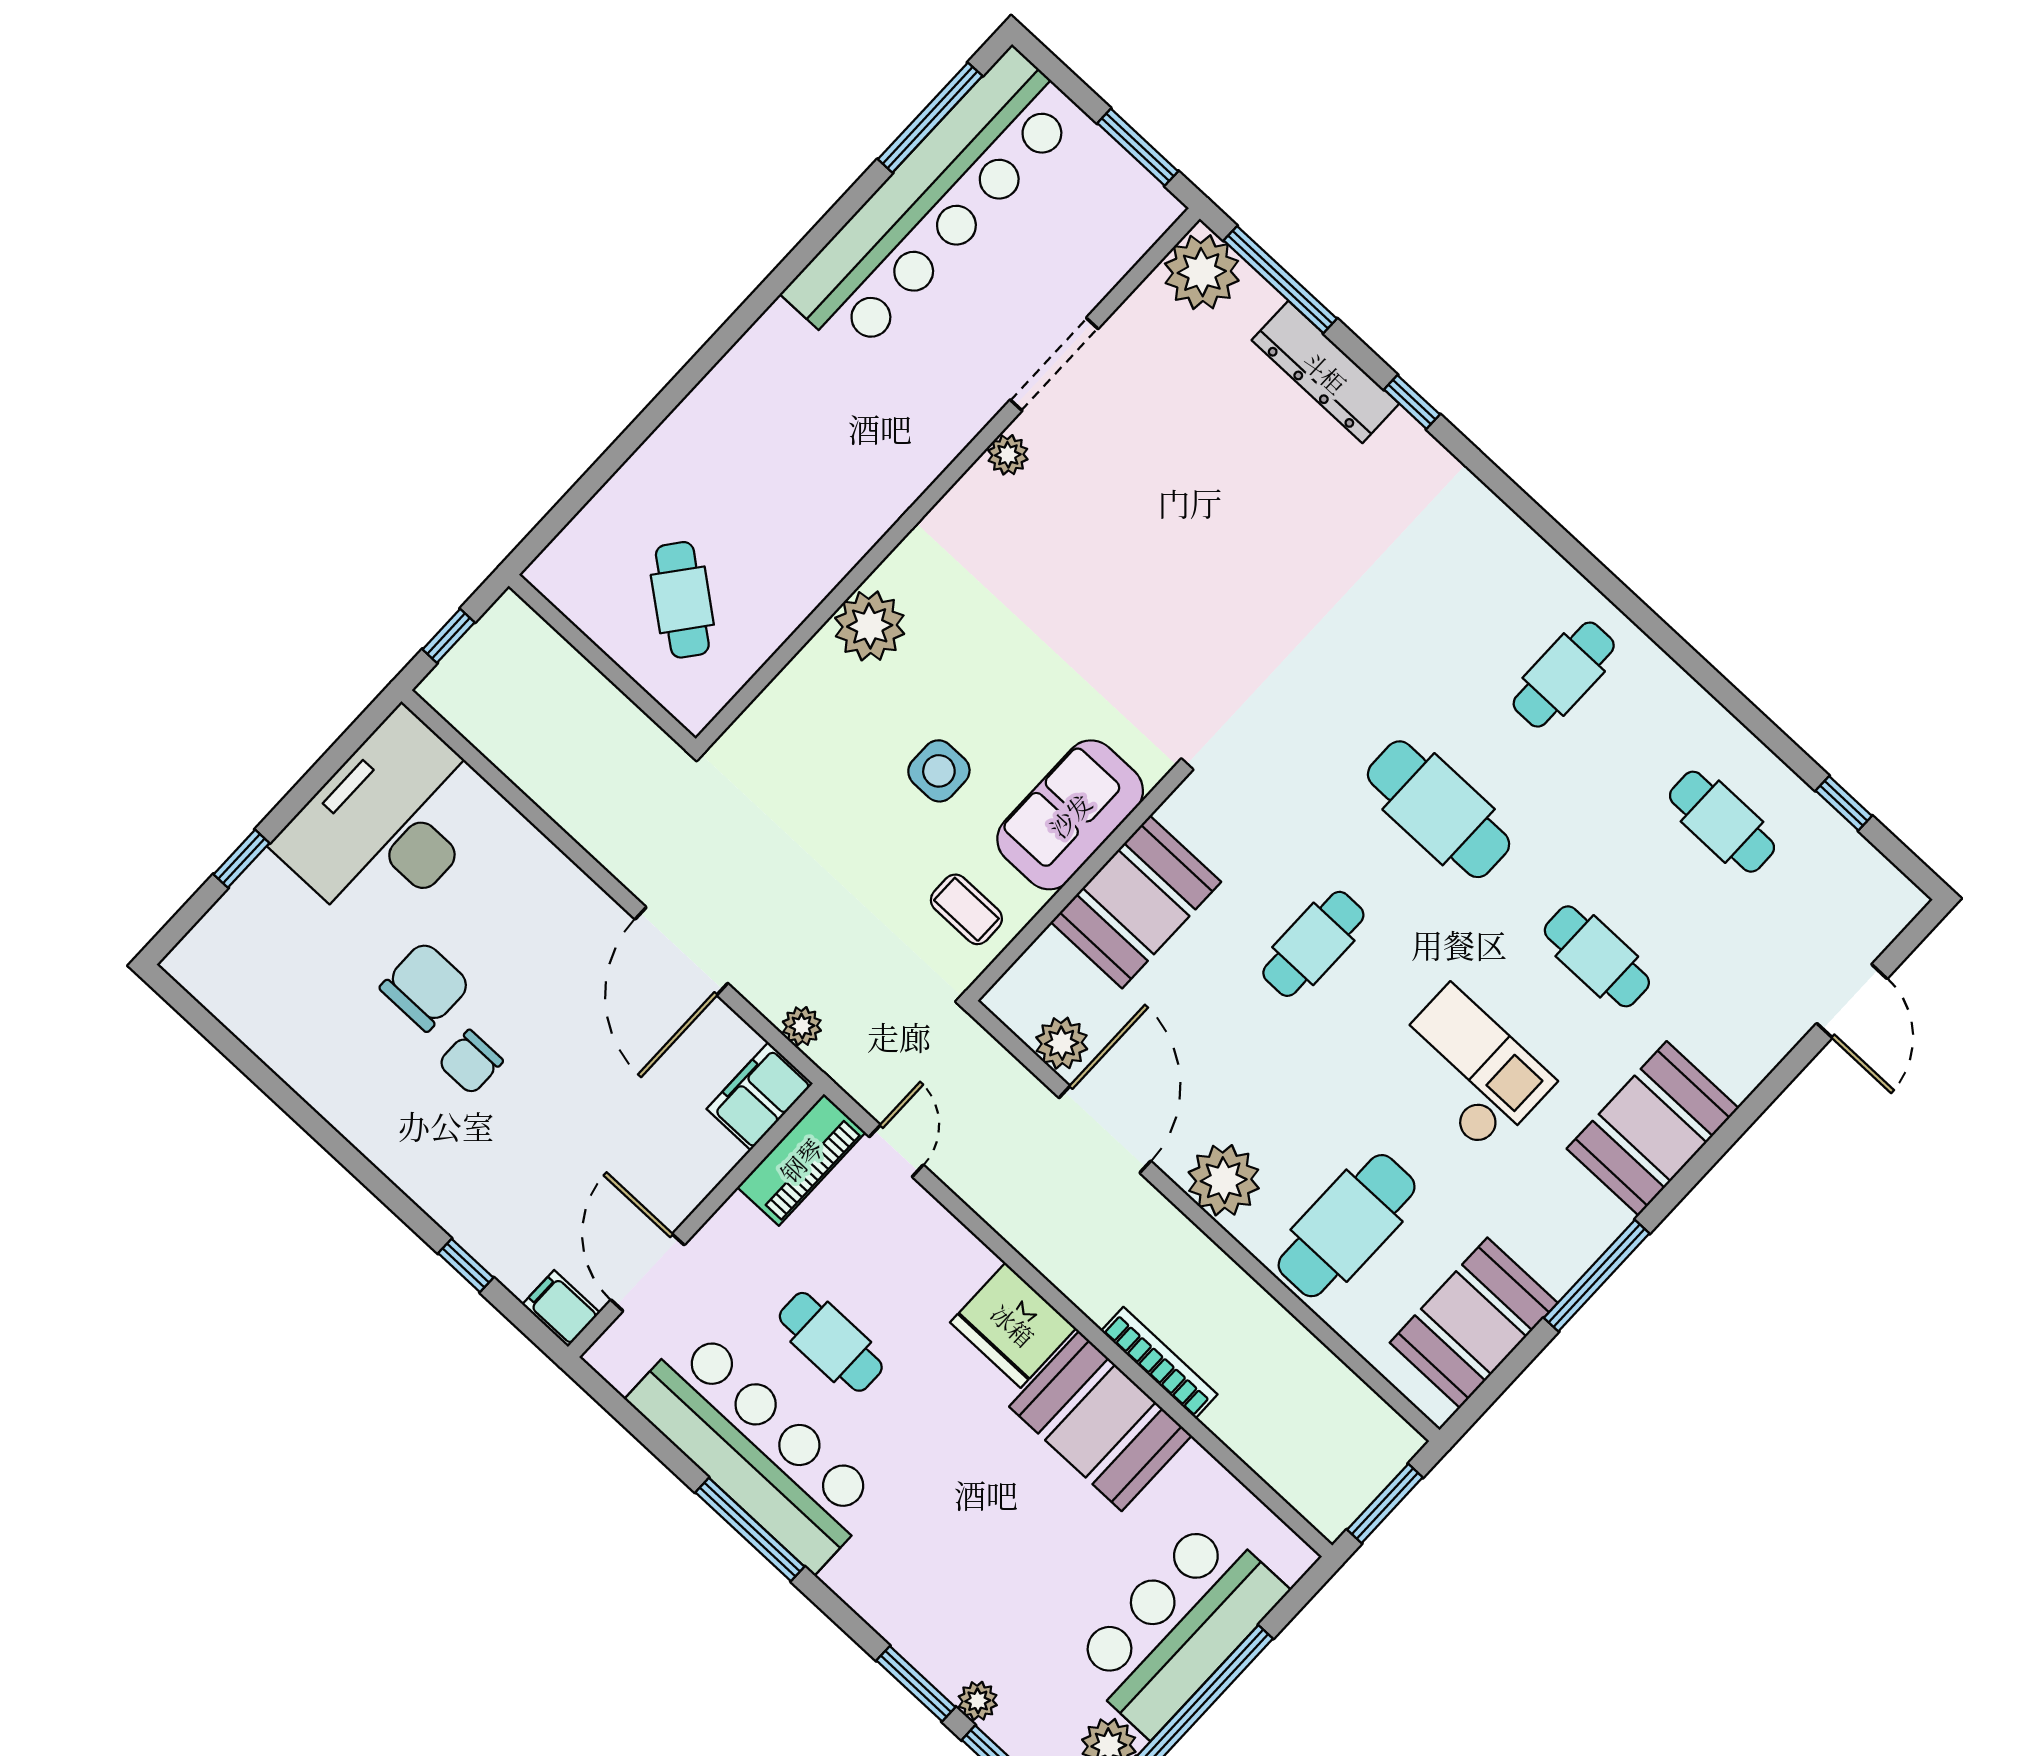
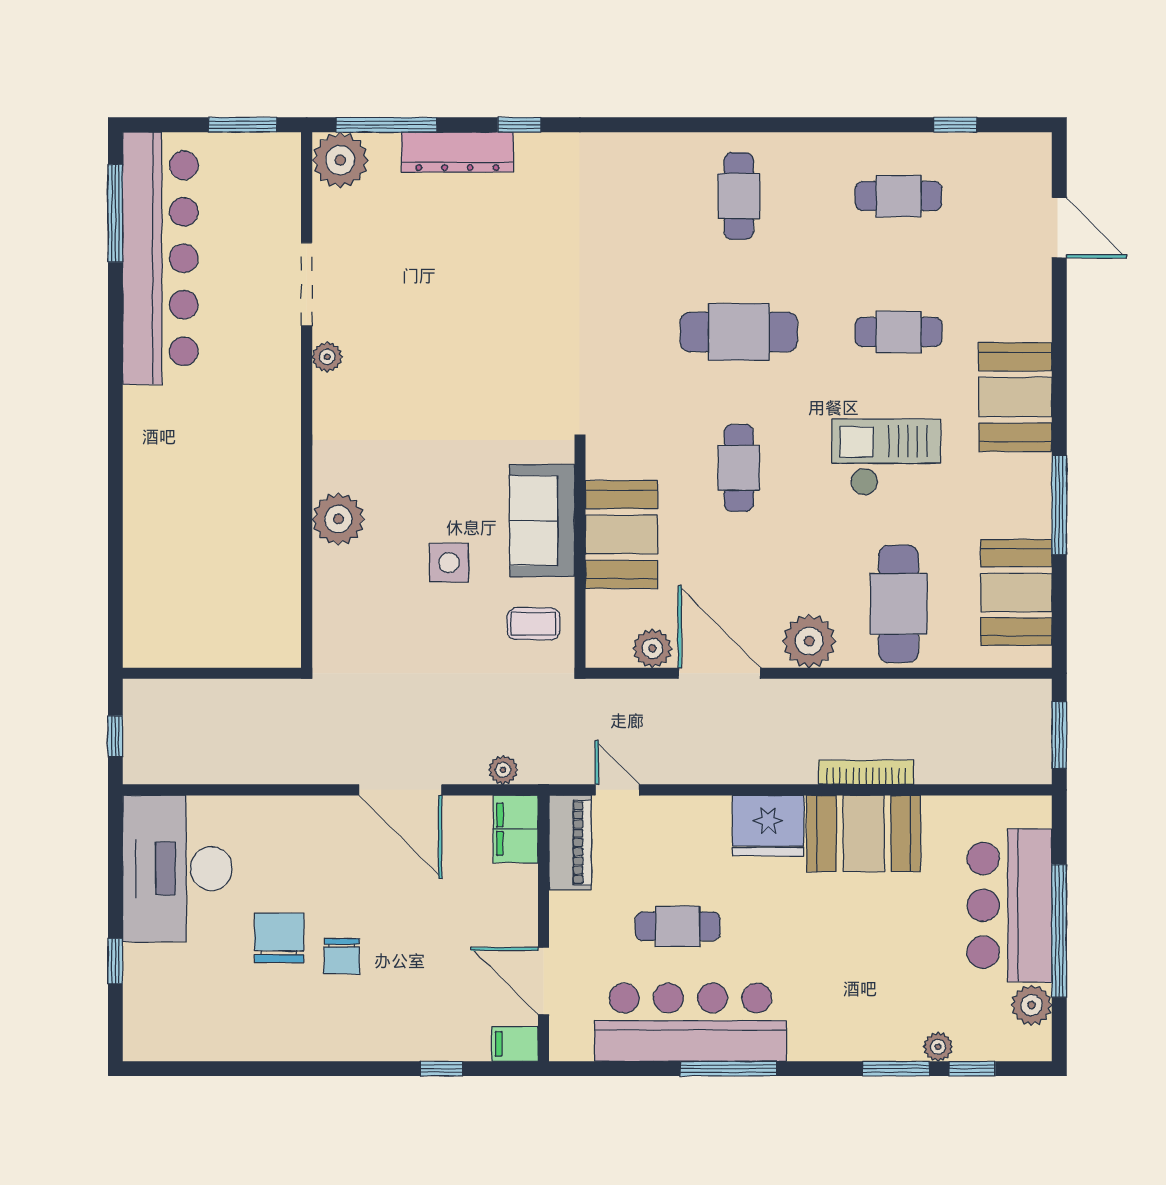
cafe table: (682, 600) -> (224, 599), removed

